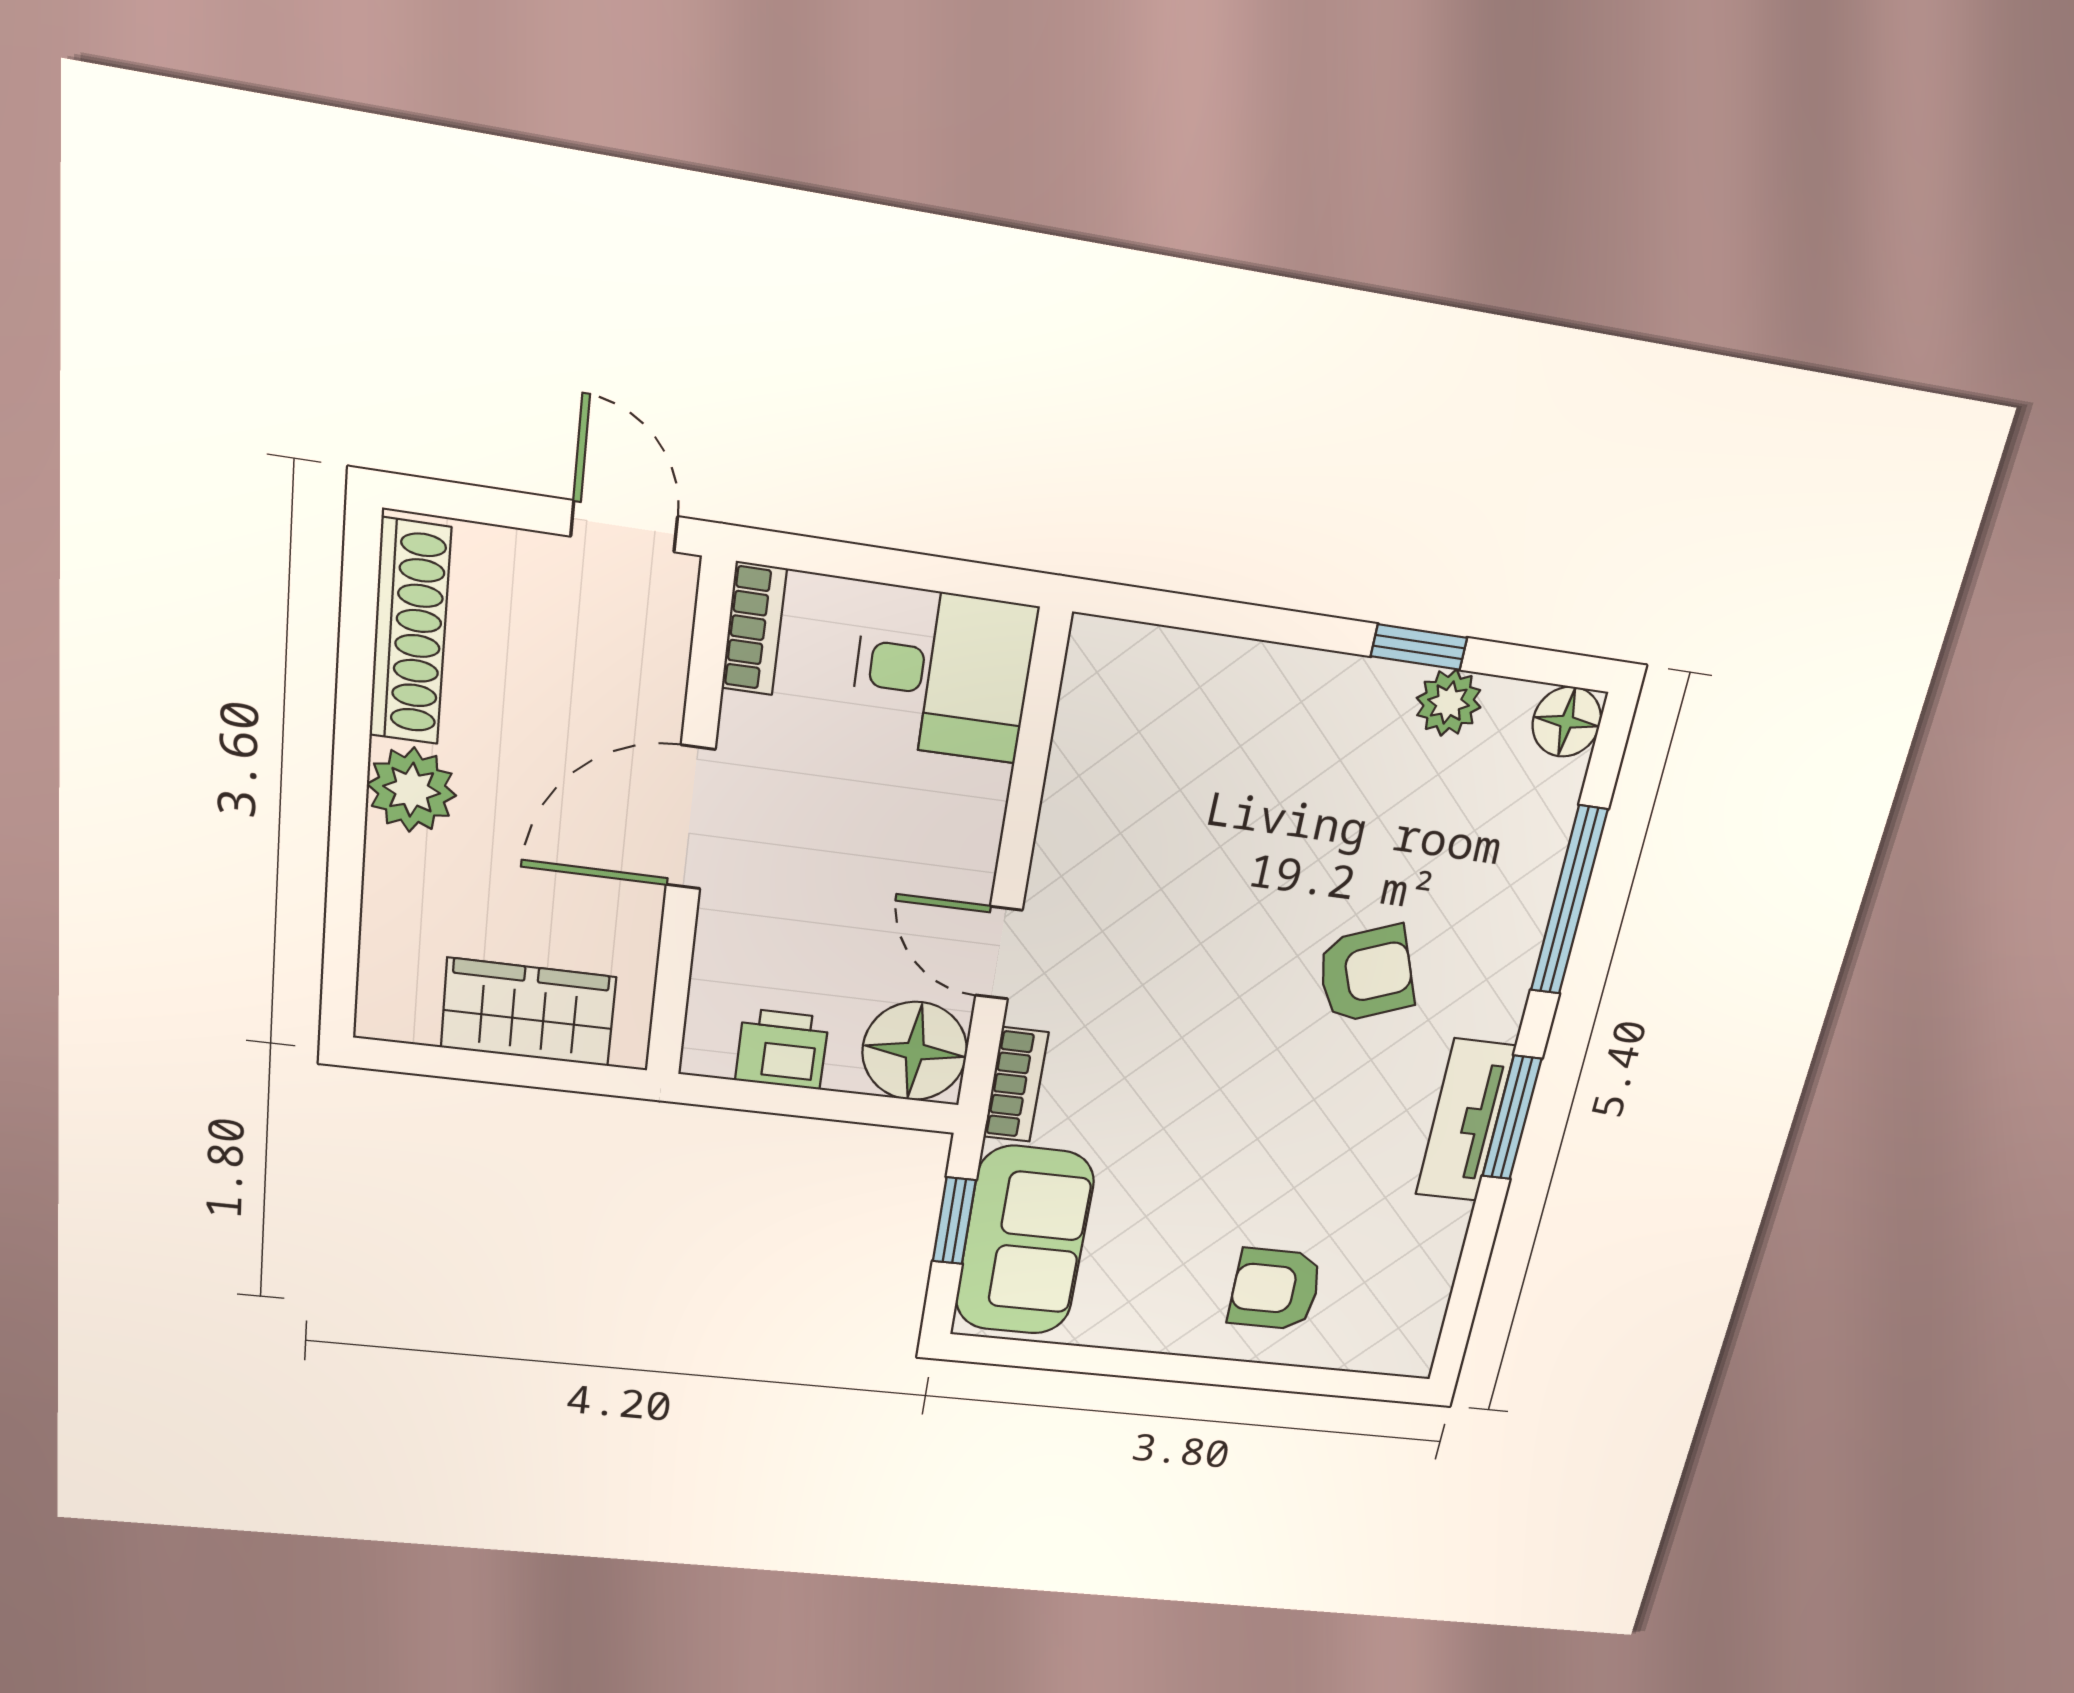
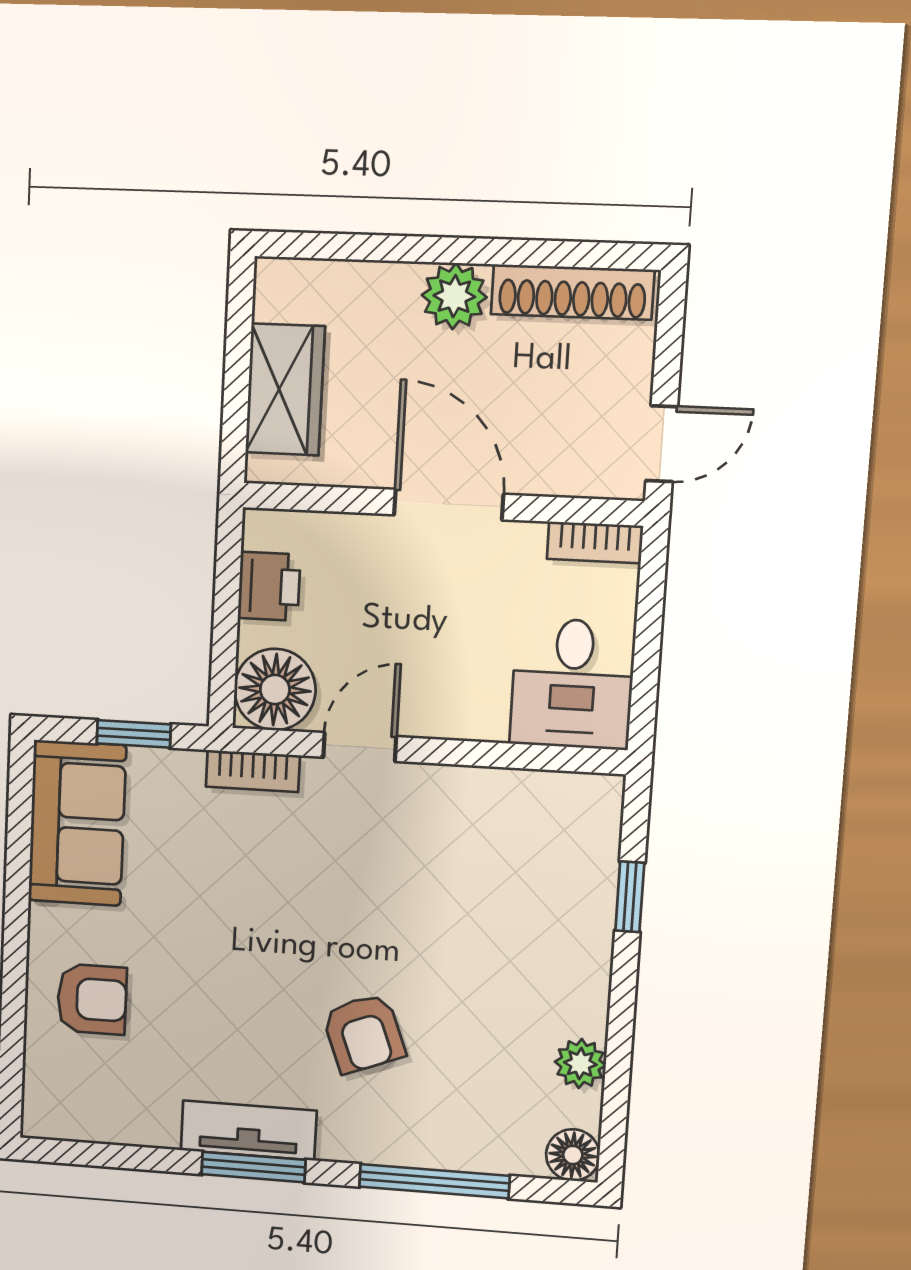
window: (1419, 647) -> (630, 897), moved
sofa: (1024, 1241) -> (77, 823), moved, turned -90
armchair: (1275, 1289) -> (92, 999), turned 90

